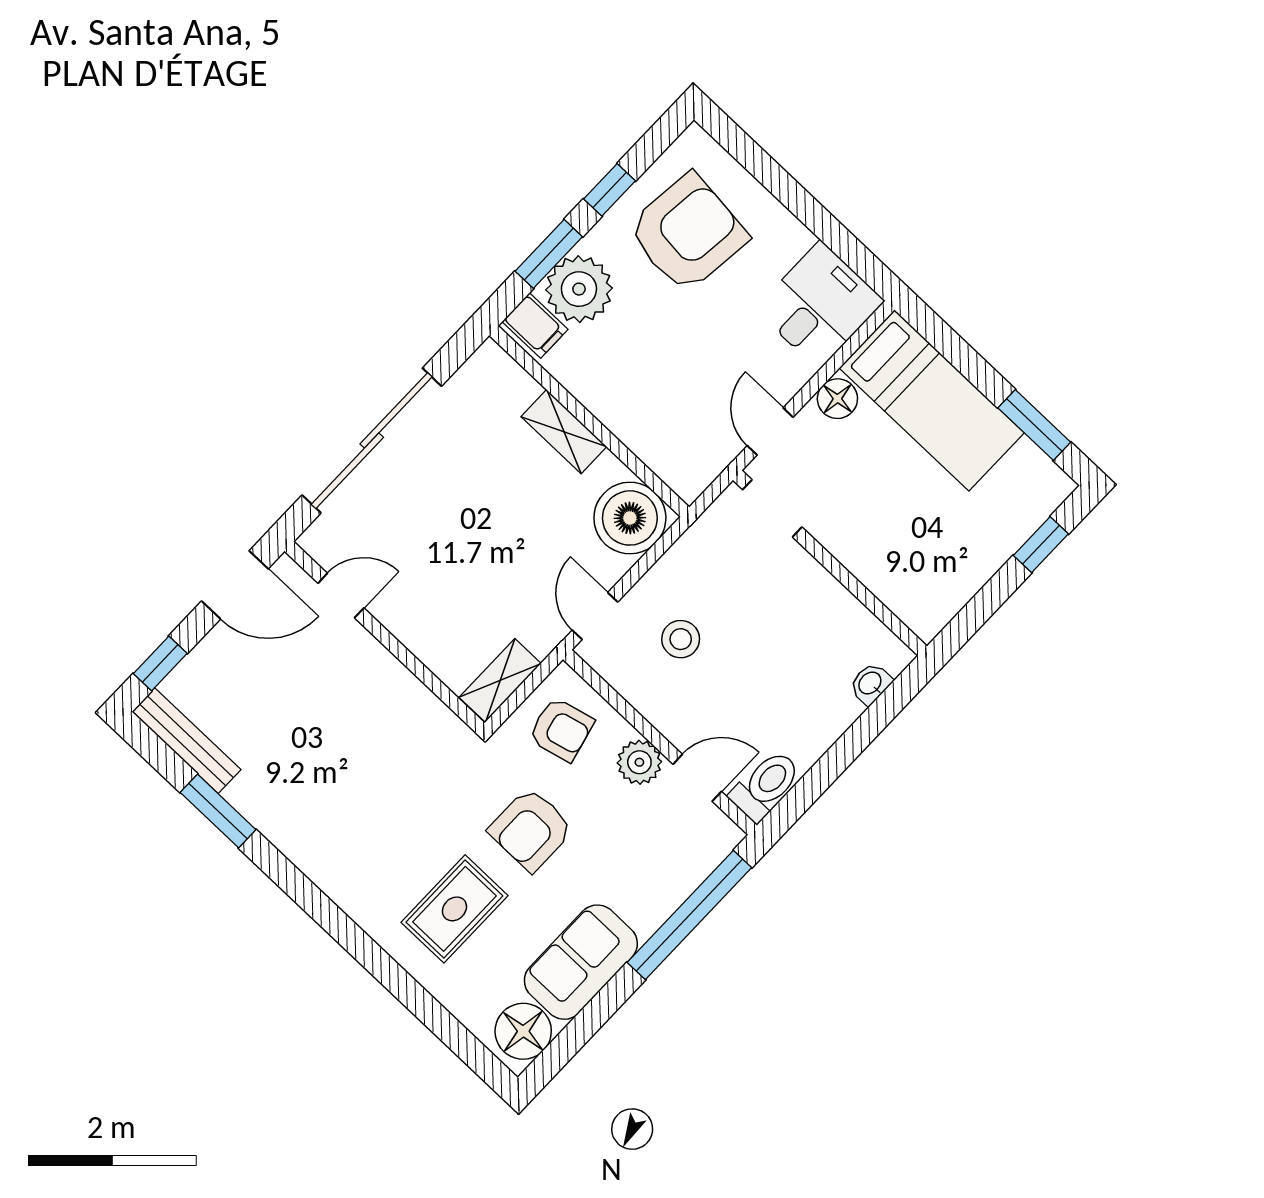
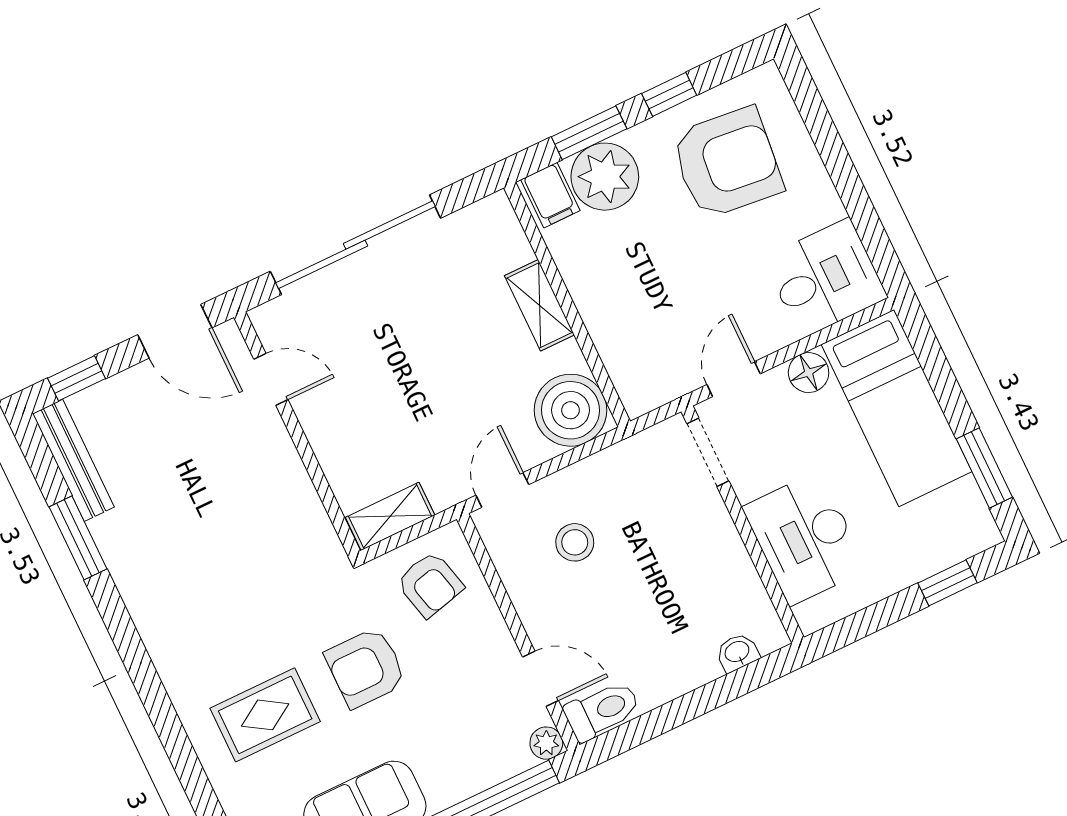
desk: (893, 554) -> (805, 538), added
plant: (639, 762) -> (546, 743), moved, width x0.73, depth x0.73

